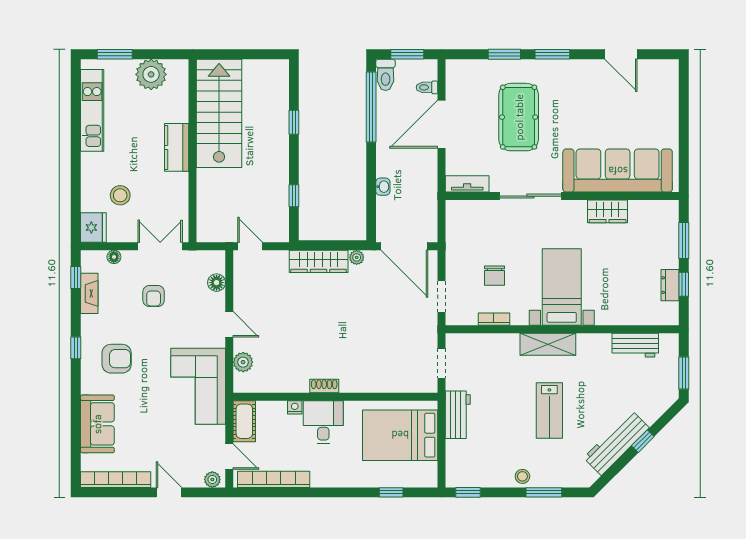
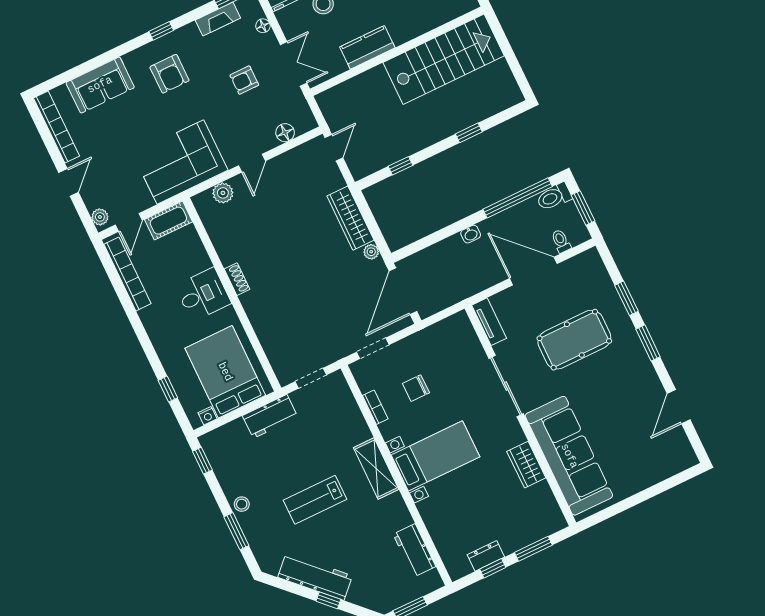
kitchen counter: (177, 147) -> (367, 47), moved
washbasin: (383, 187) -> (471, 234), moved
nightstand: (295, 407) -> (207, 416), moved, turned 90

